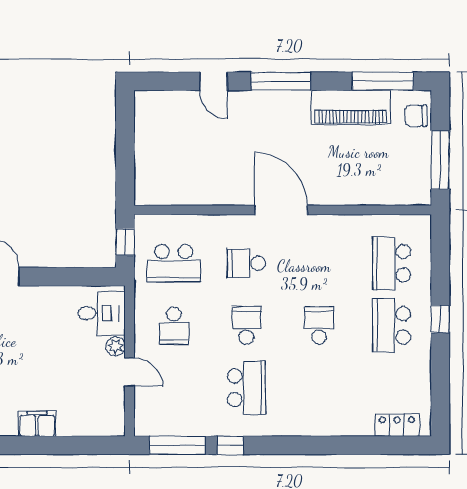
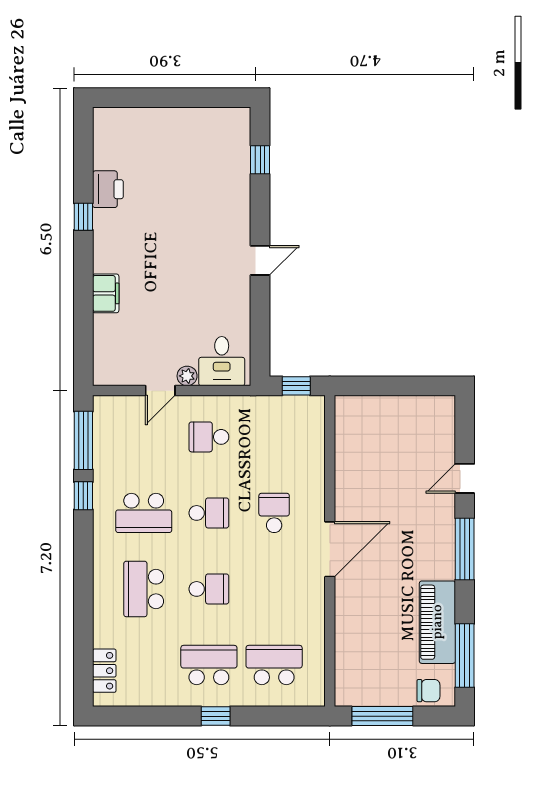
chair: (416, 116) -> (429, 691), turned 90
school desk: (174, 263) -> (144, 589), moved

